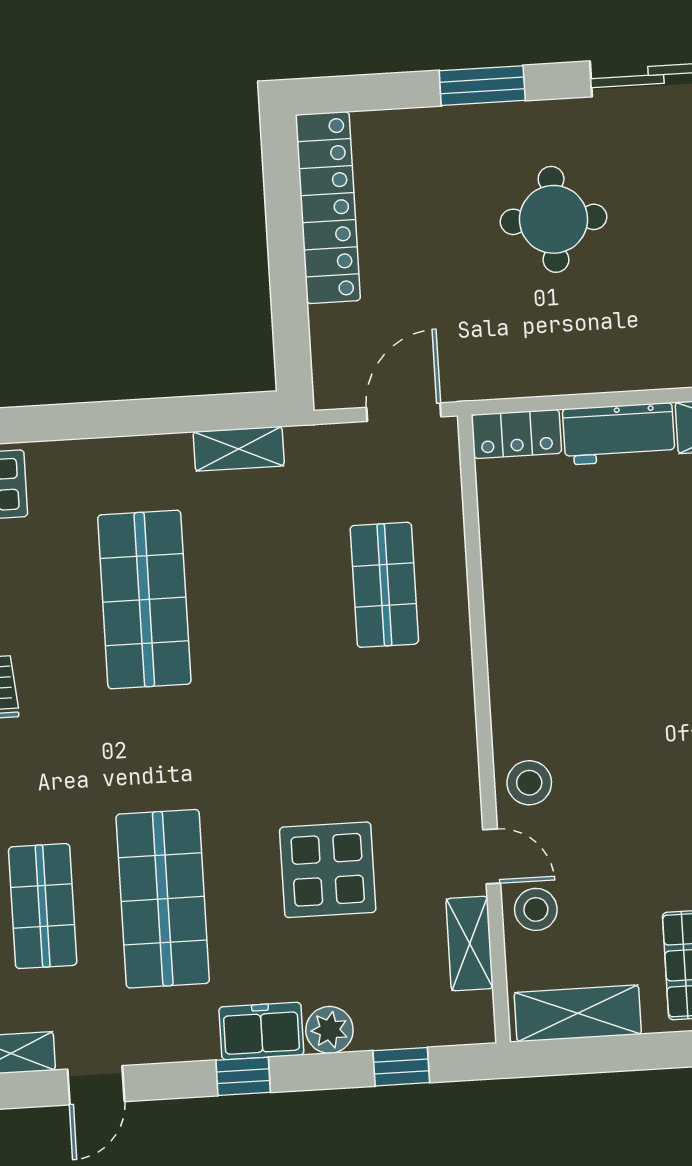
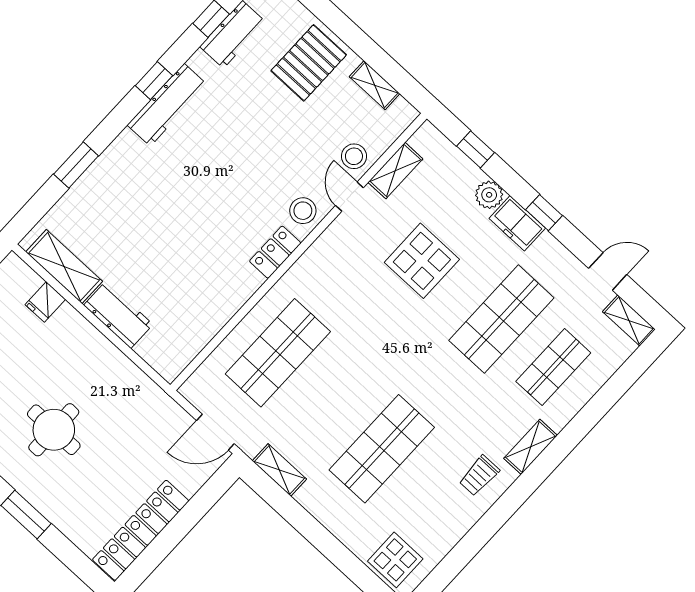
door: (404, 412) -> (215, 432), moved
locker: (516, 434) -> (275, 252), moved, turned -90
shop shelf: (384, 585) -> (278, 353), width x1.43, depth x1.36
shelving: (578, 1013) -> (375, 85), width x0.67, depth x0.75

